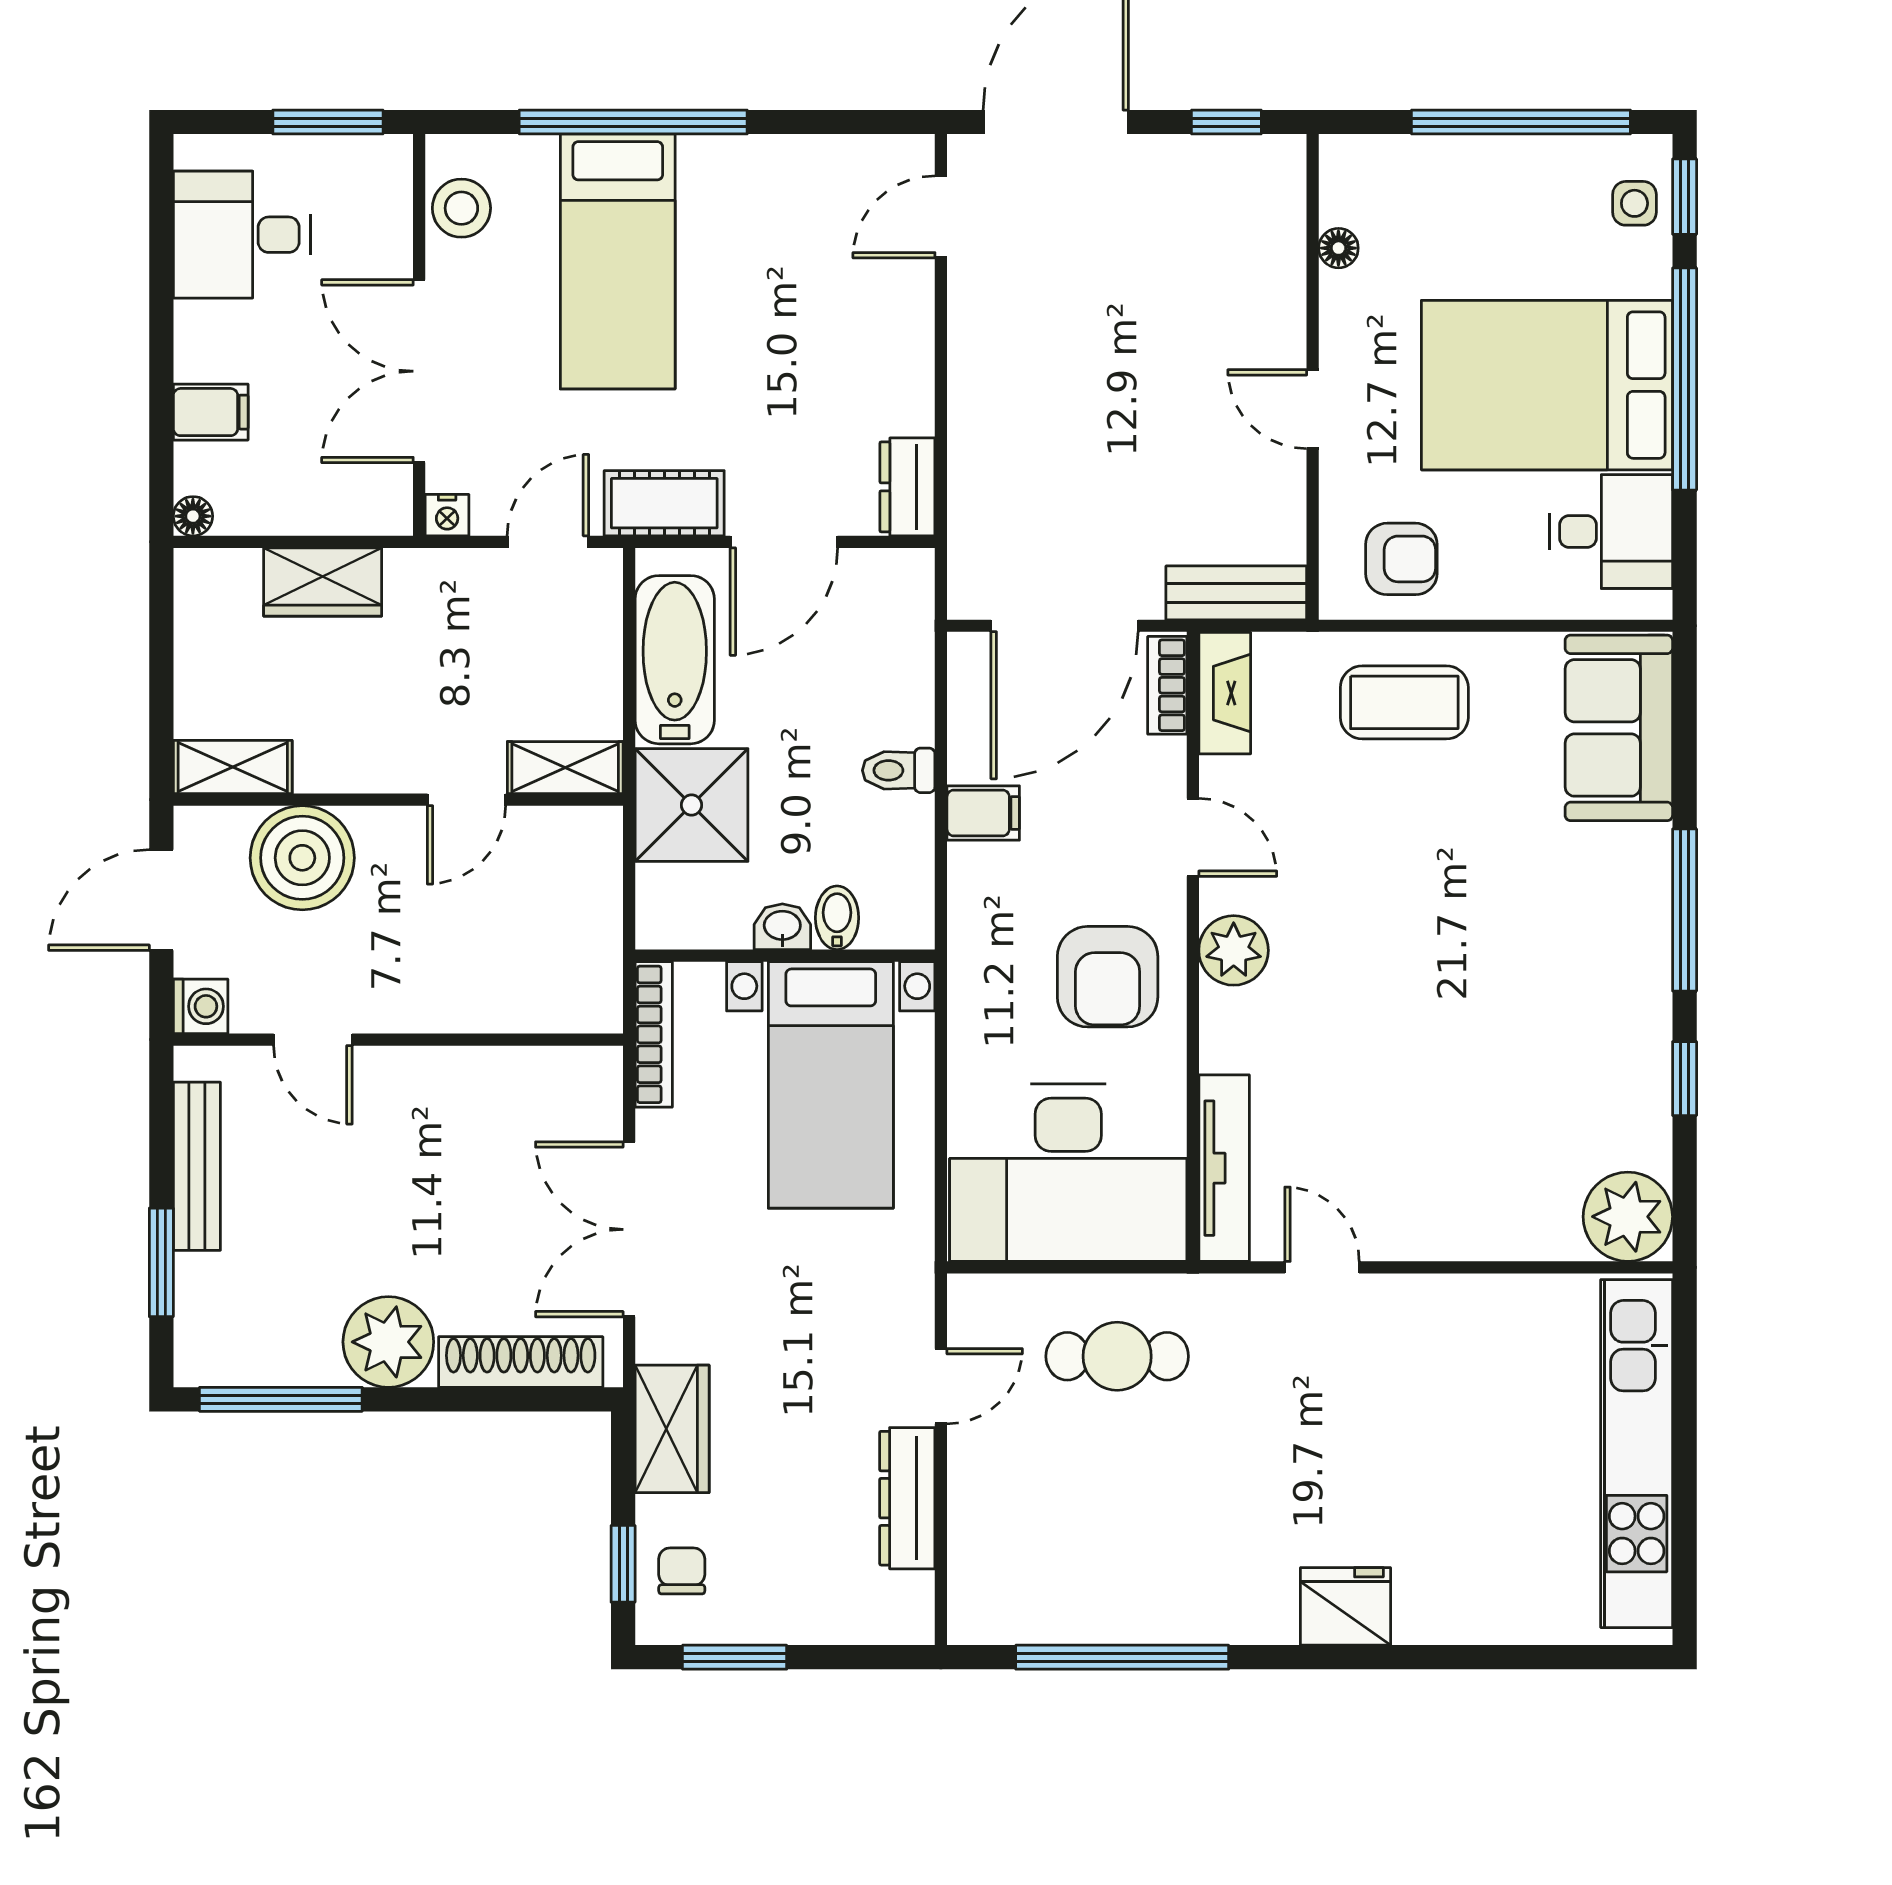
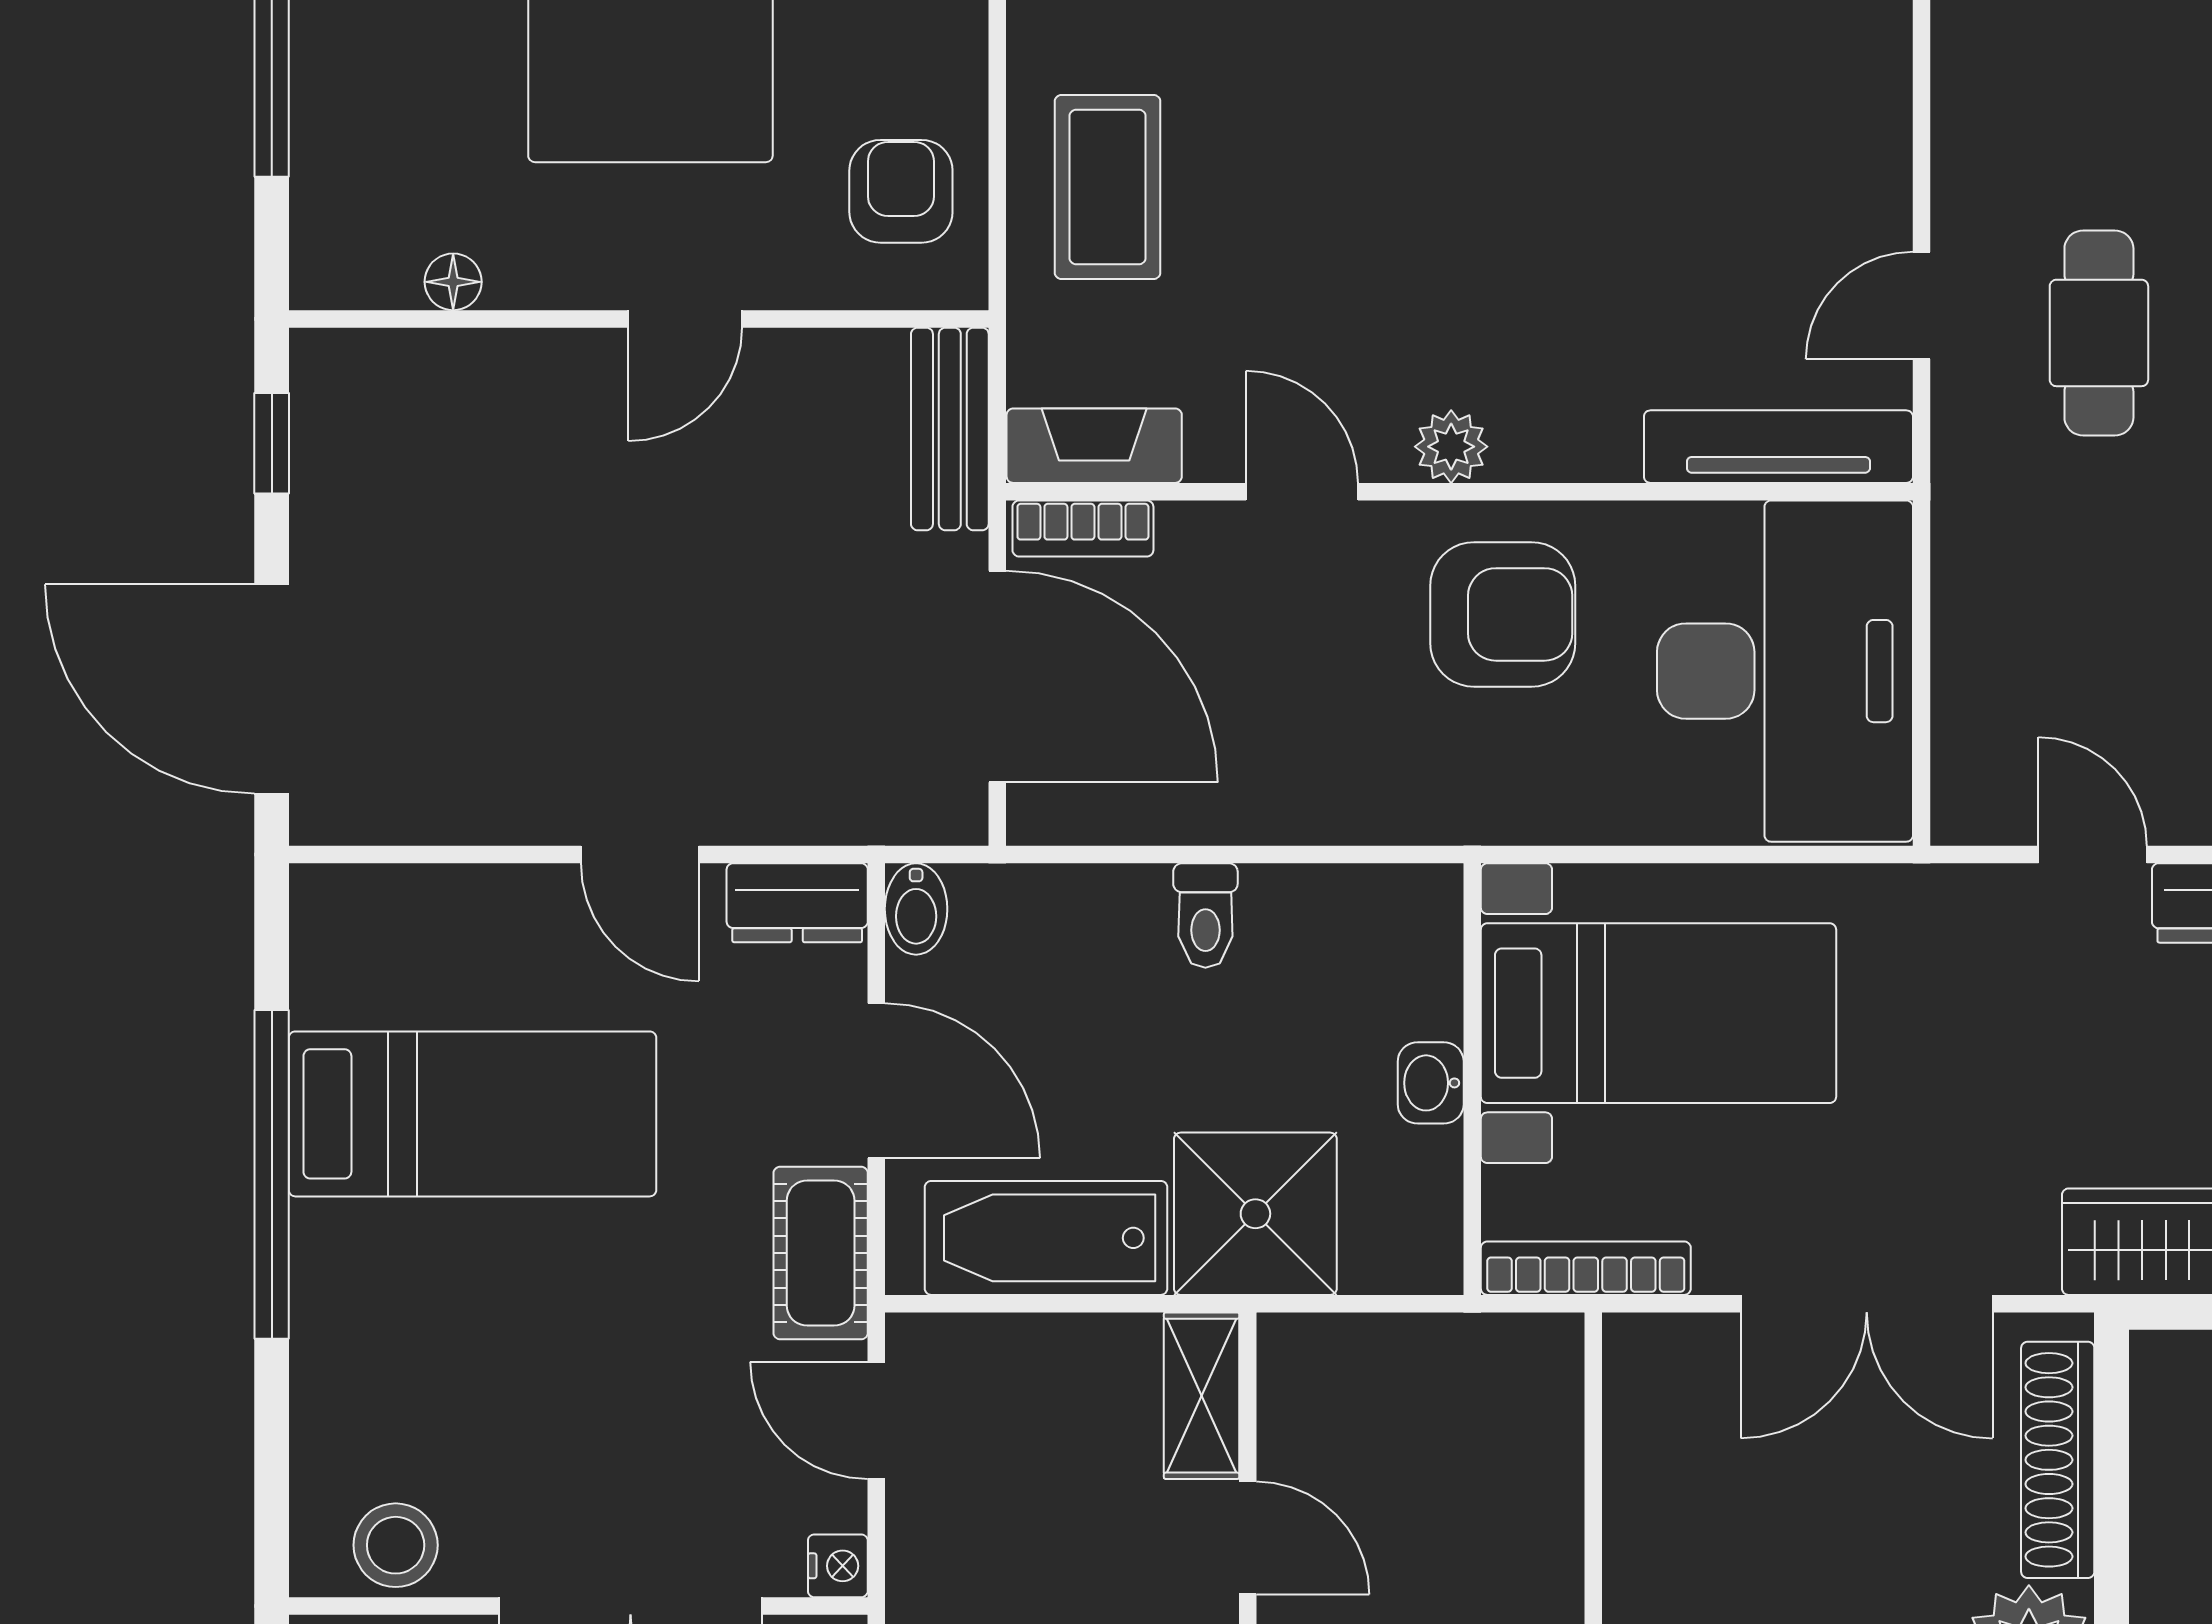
window: (633, 122) -> (272, 1174), moved
door: (941, 217) -> (640, 854), moved
bed: (618, 261) -> (472, 1114), moved
filing cabinet: (983, 813) -> (1267, 794), removed
door: (1193, 837) -> (1302, 492), hinge flipped
bidet: (837, 918) -> (916, 909), moved, turned -90
plant: (1234, 950) -> (1451, 447), width x0.73, depth x0.73
cafe table: (1117, 1356) -> (2099, 333), moved

